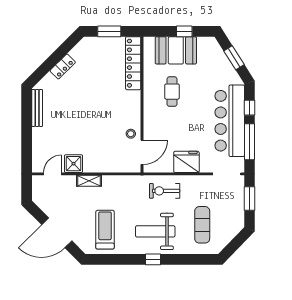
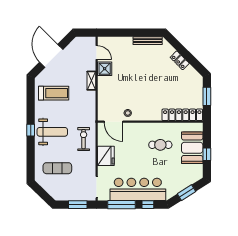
weight bench: (155, 231) -> (52, 132), turned 90

